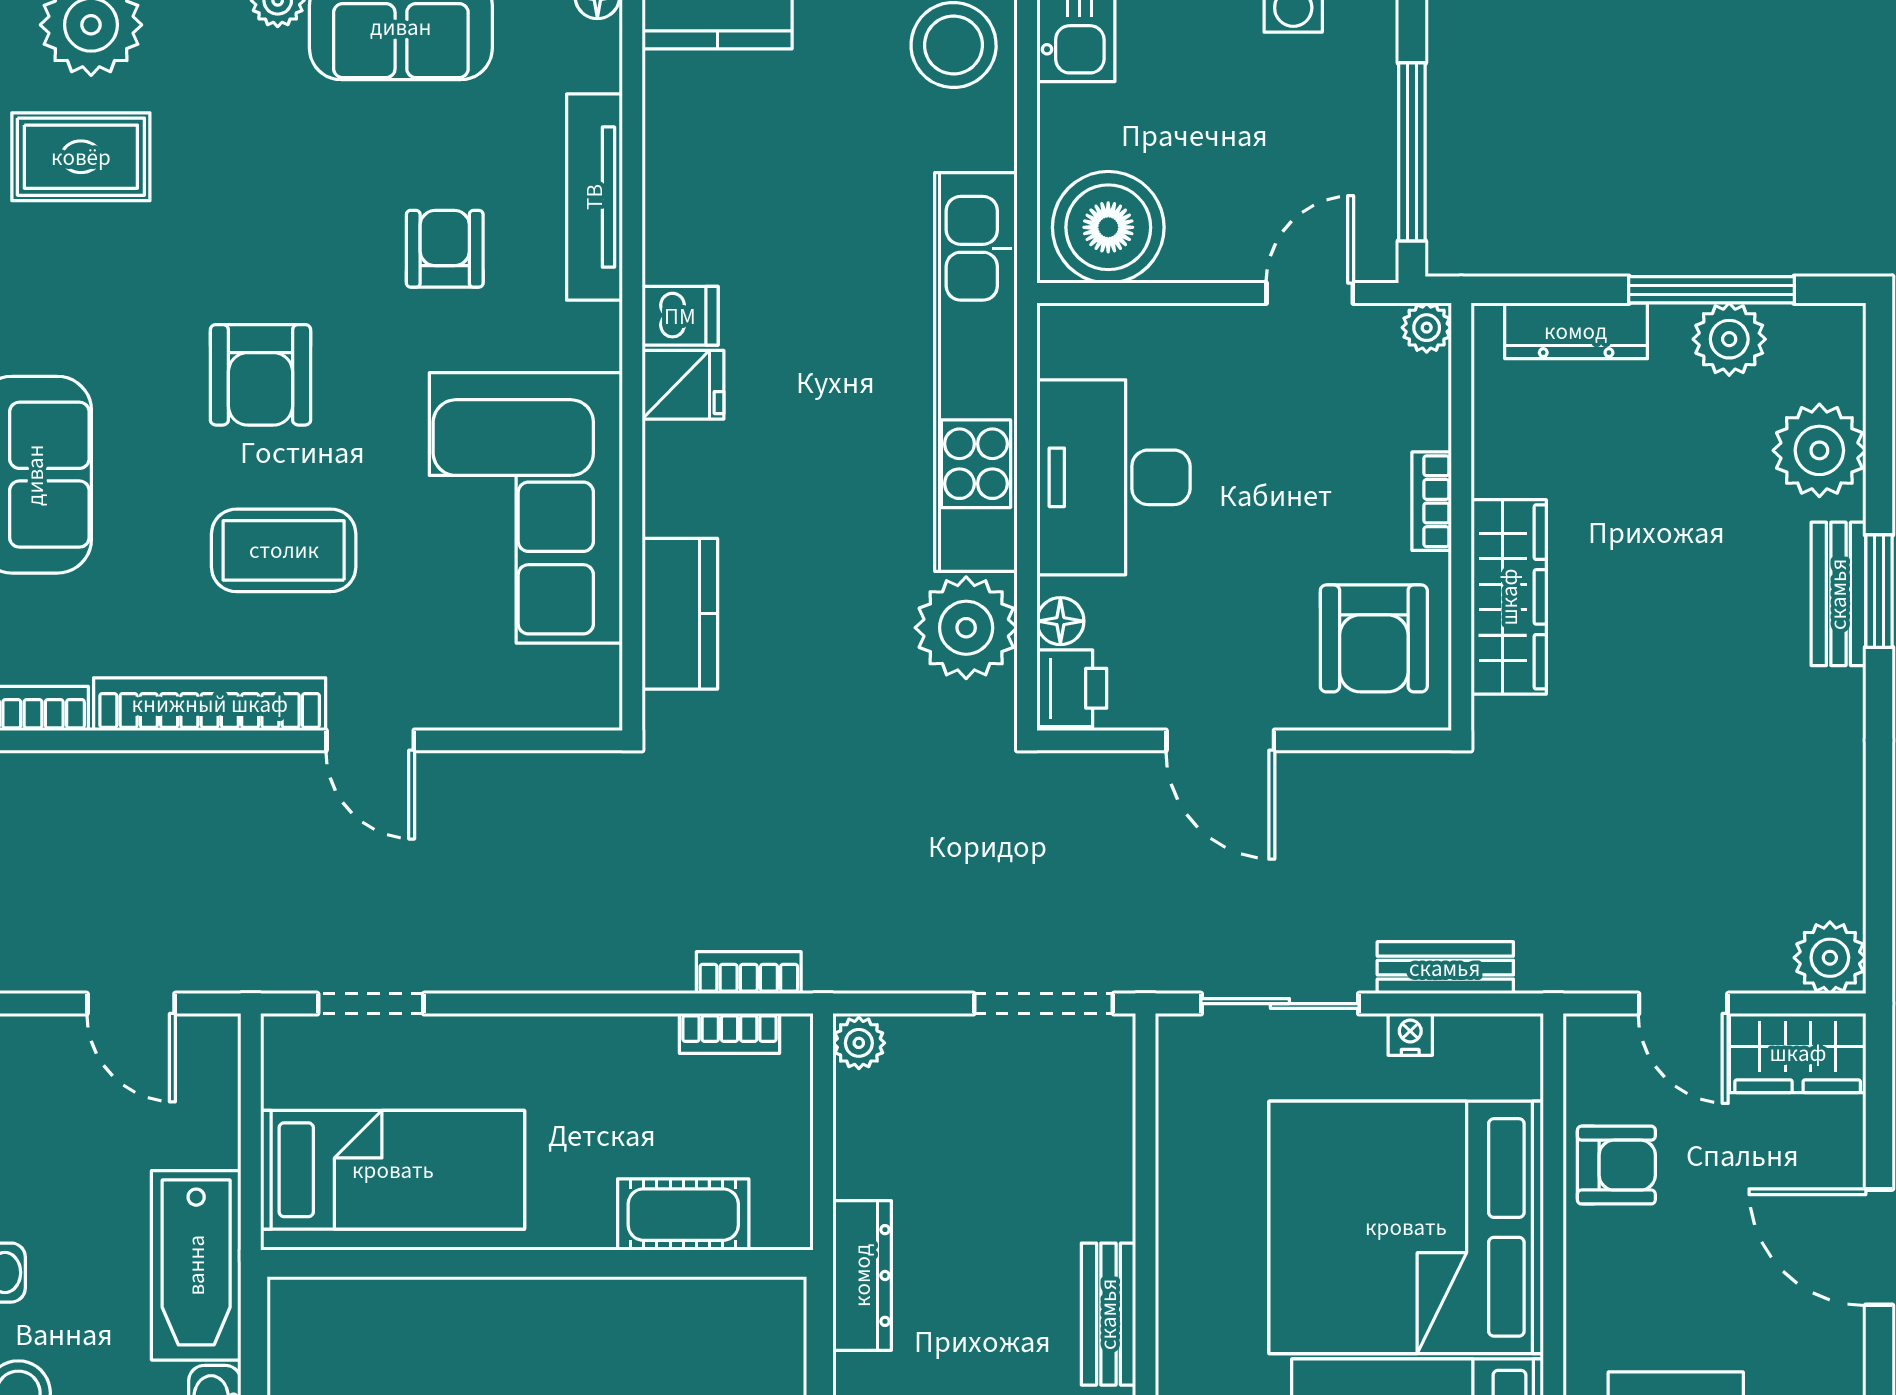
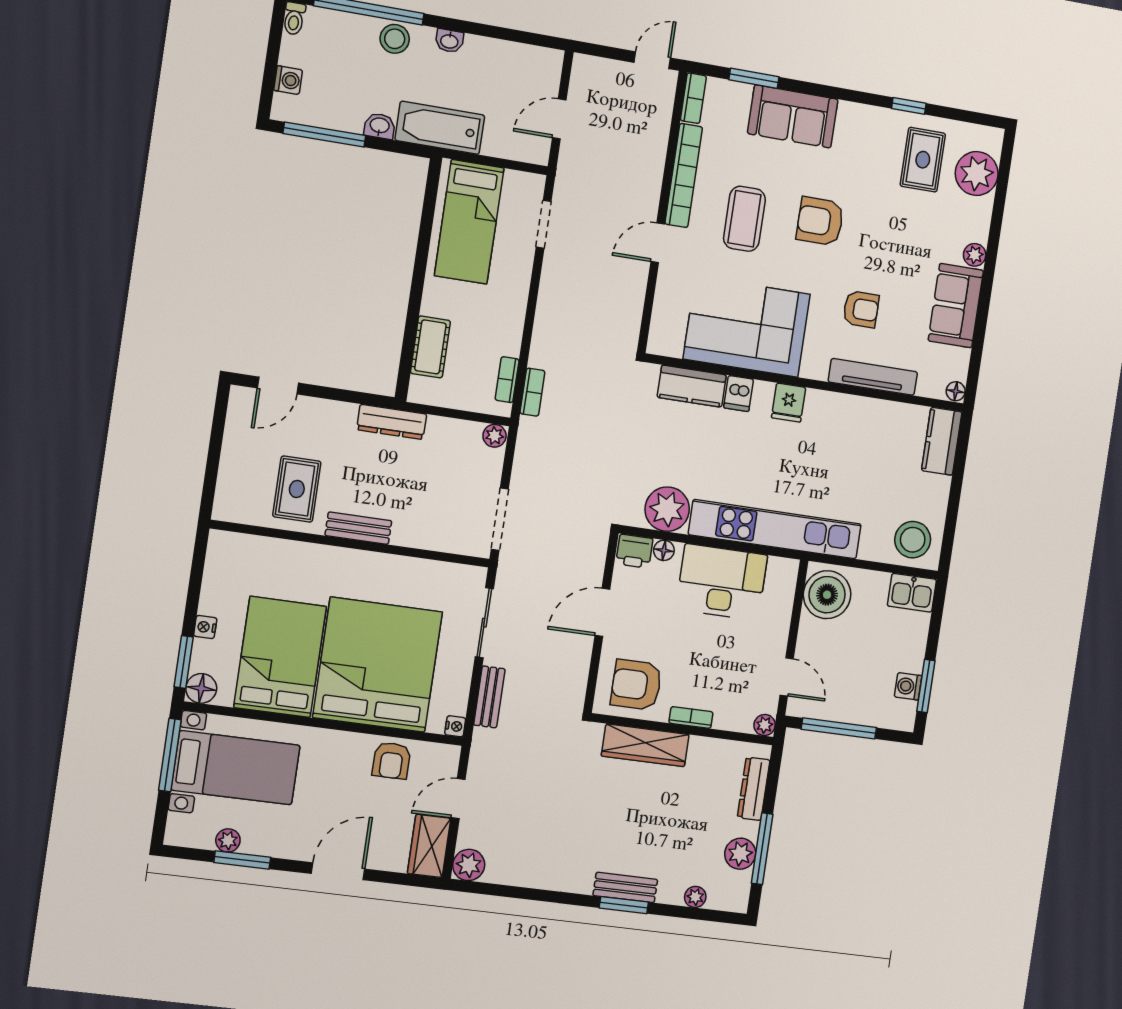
dishwasher: (680, 316) -> (739, 393), moved
plant: (1819, 450) -> (695, 897), width x0.53, depth x0.53
nightstand: (1410, 1034) -> (455, 726), moved

